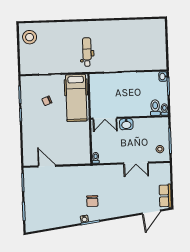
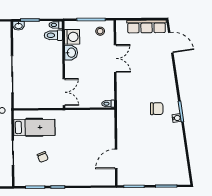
hospital bed: (76, 98) -> (34, 127), width x0.73, depth x0.78
washbasin: (126, 124) -> (71, 53), moved
washing machine: (154, 124) -> (72, 37), added
row of seats: (165, 196) -> (146, 27), width x1.48

